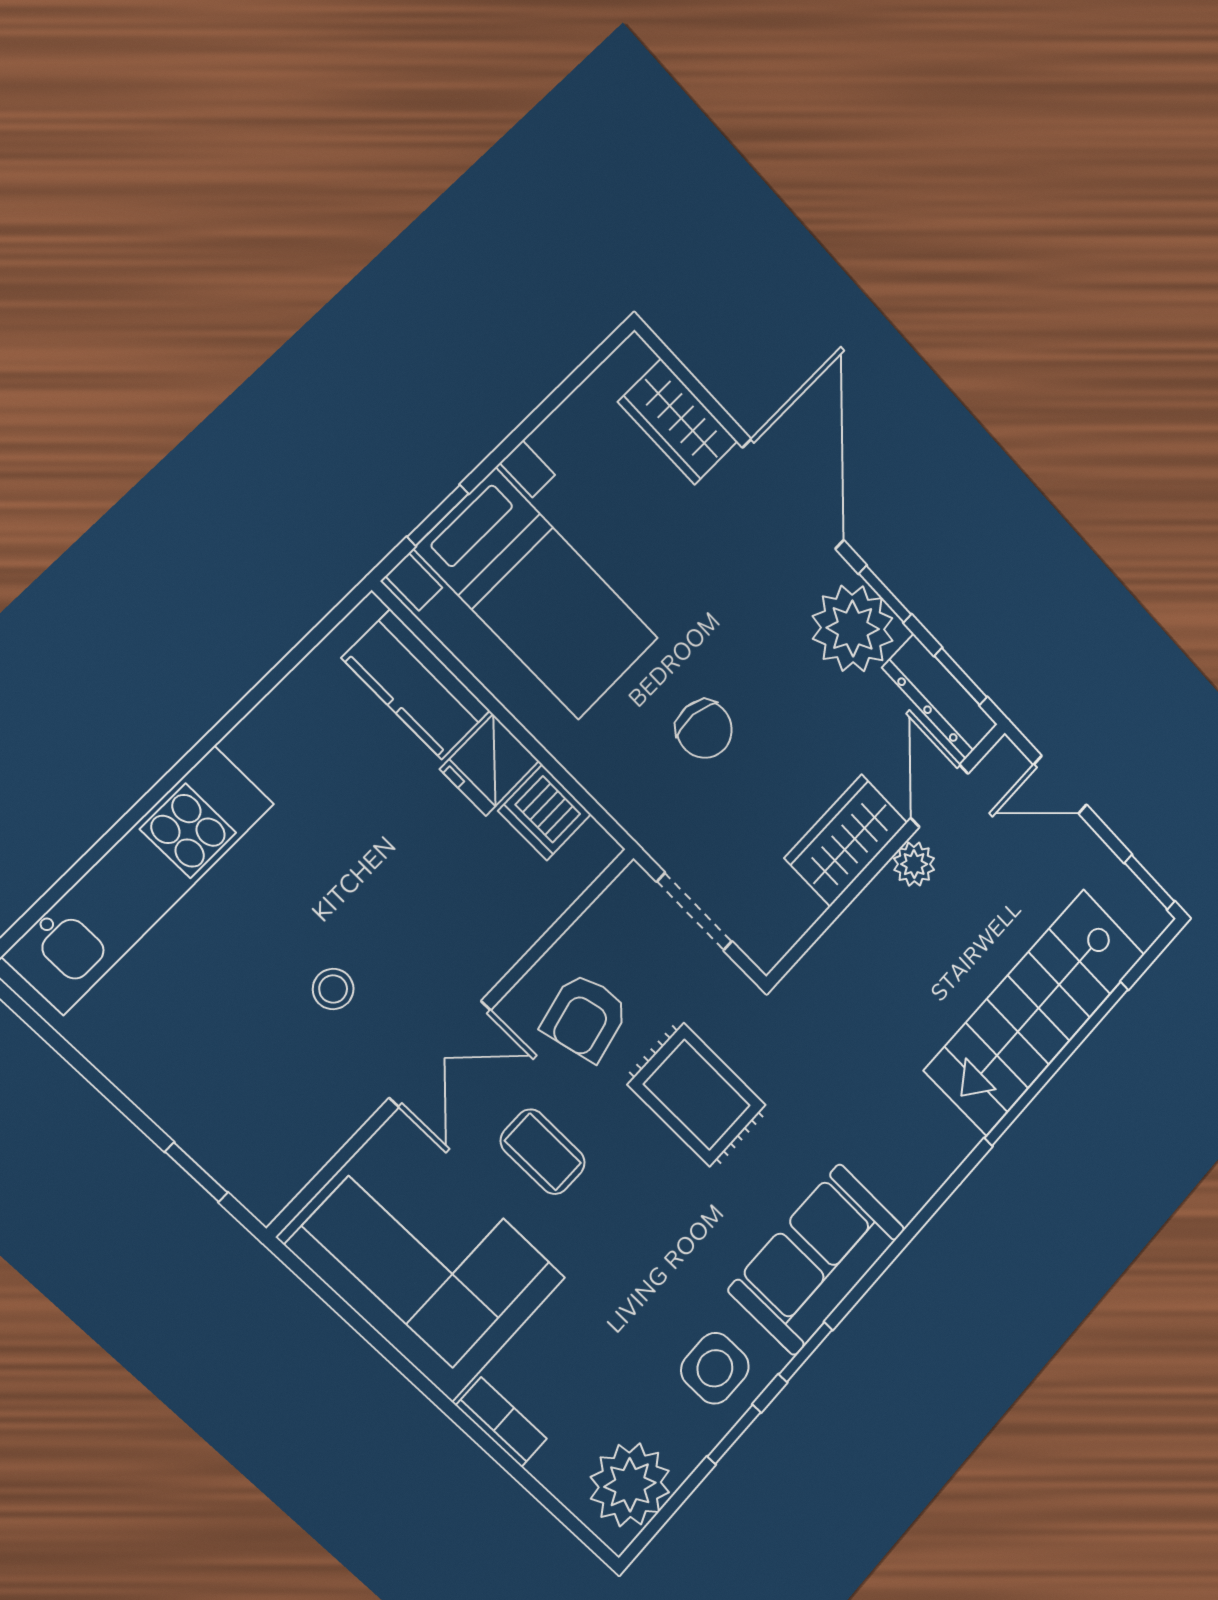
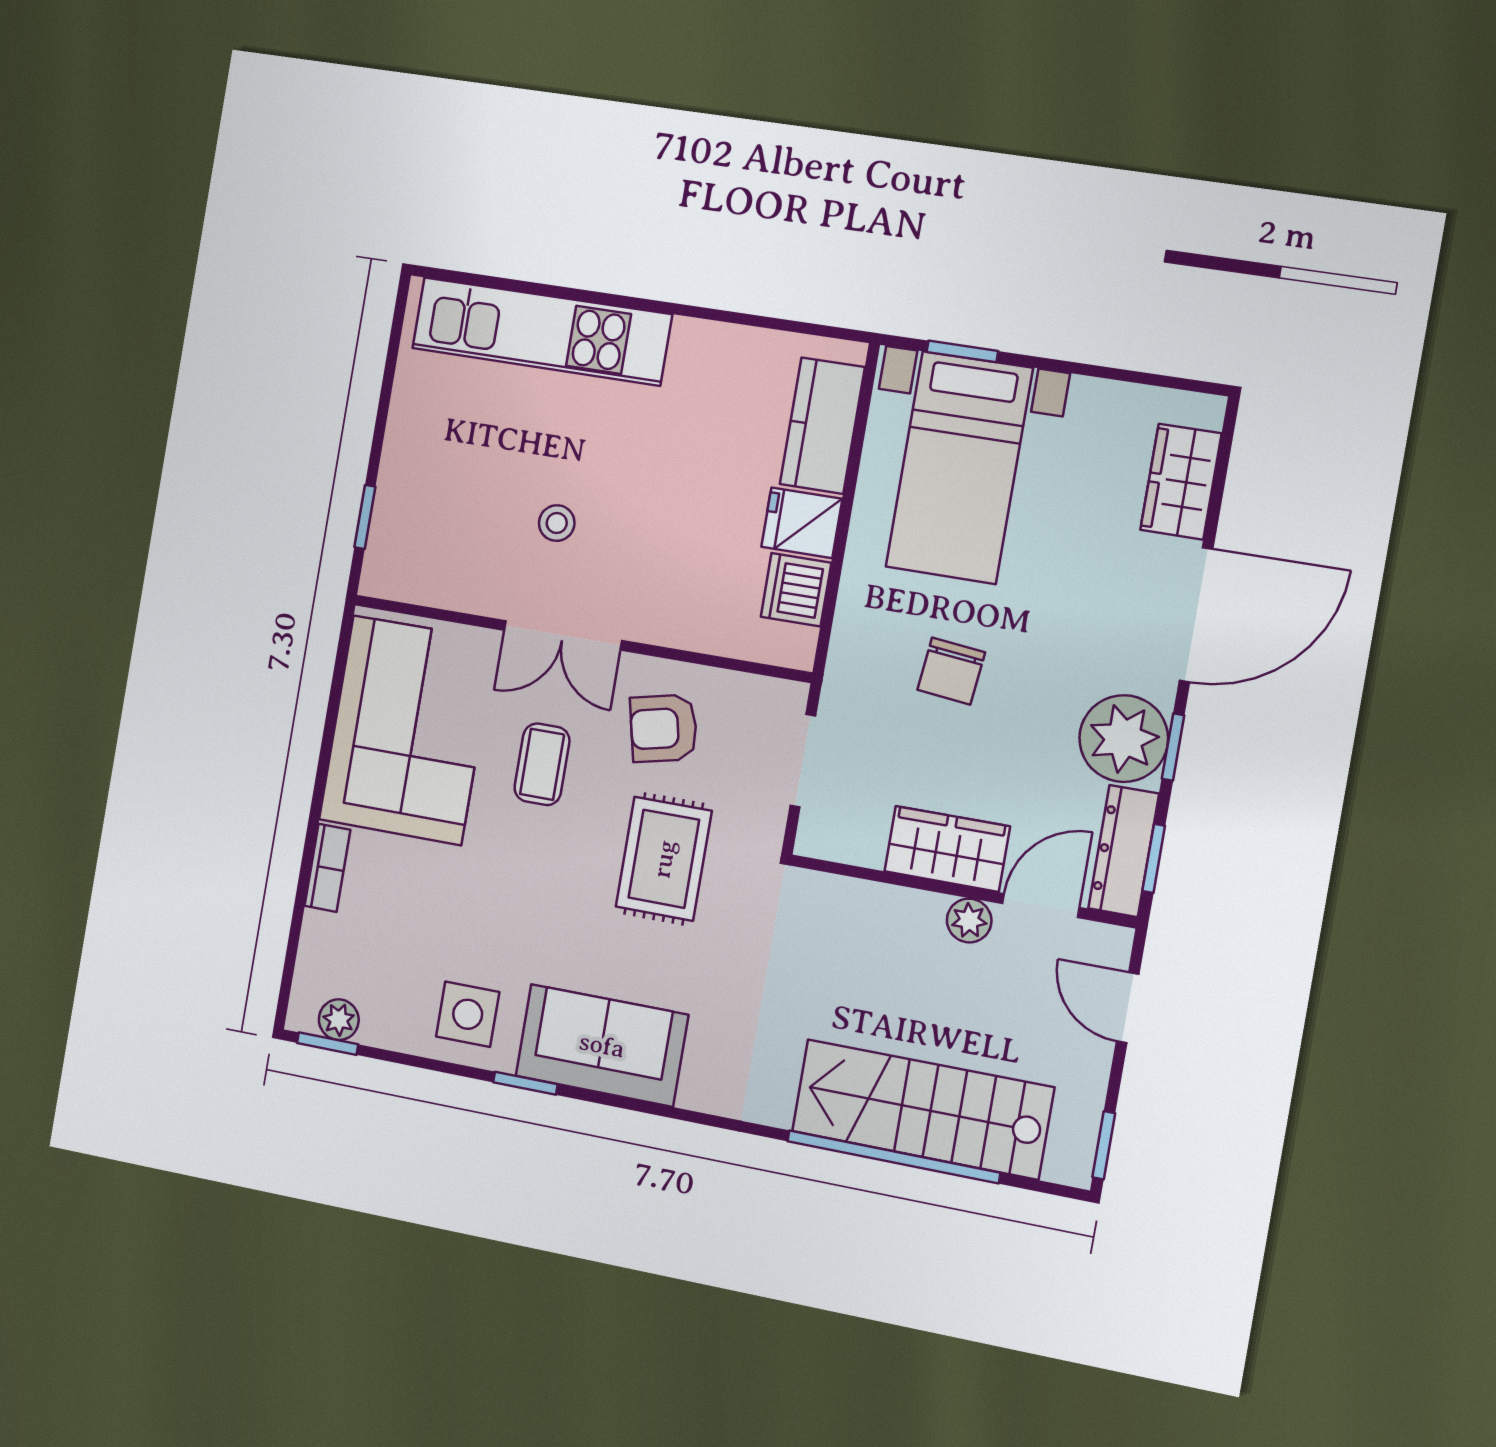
window: (734, 1434) -> (328, 1044), moved
plant: (630, 1485) -> (339, 1020), width x0.53, depth x0.53

